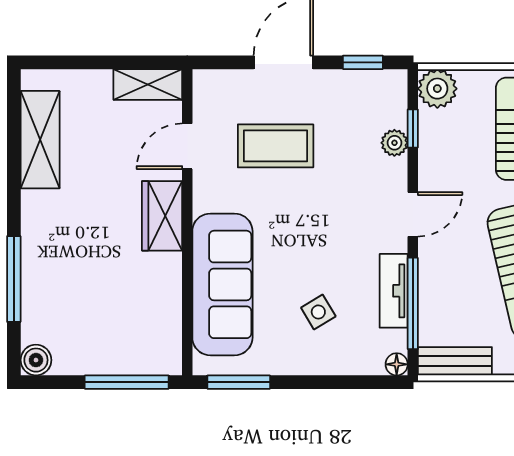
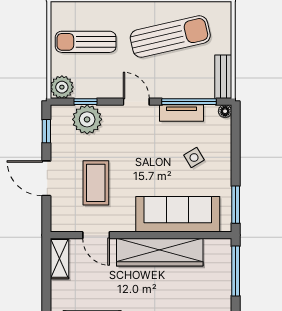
plant: (394, 143) -> (87, 119), width x1.87, depth x1.87
wardrobe: (162, 216) -> (160, 252), width x2.10, depth x1.17

